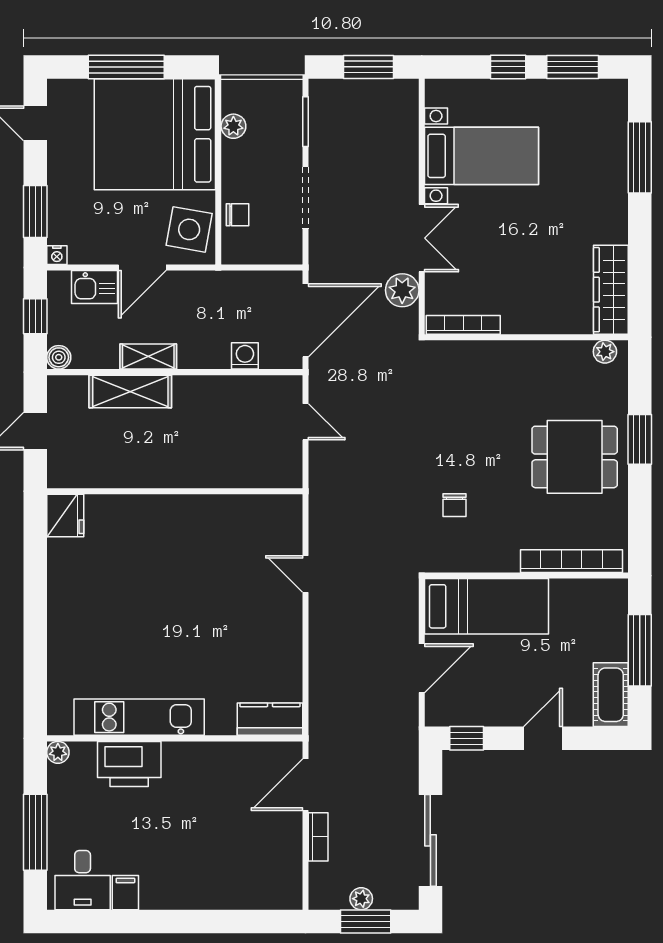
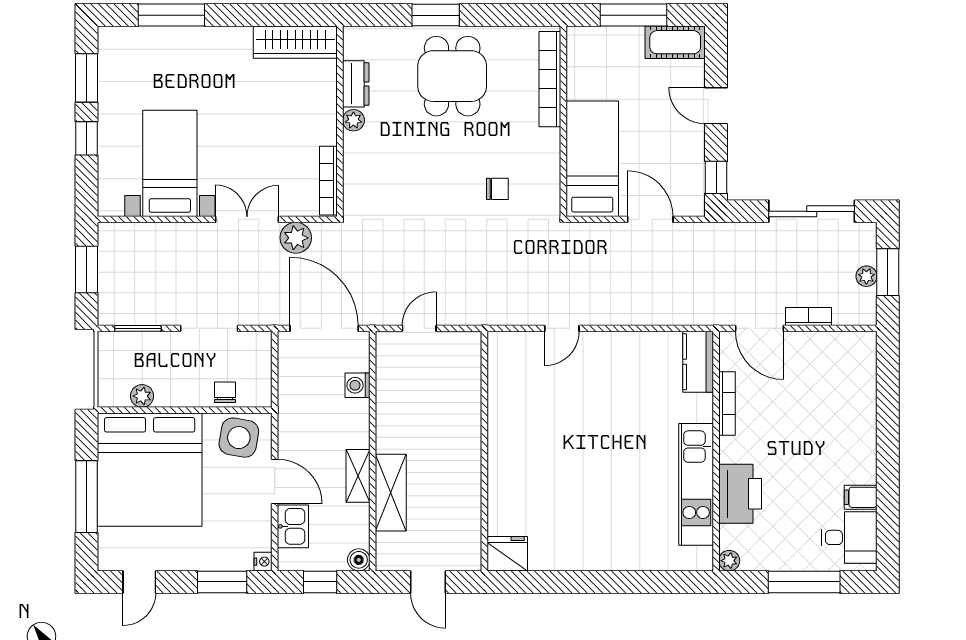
plant: (605, 352) -> (353, 120), moved
dresser: (566, 354) -> (356, 84), added
bookcase: (226, 750) -> (727, 403), added

